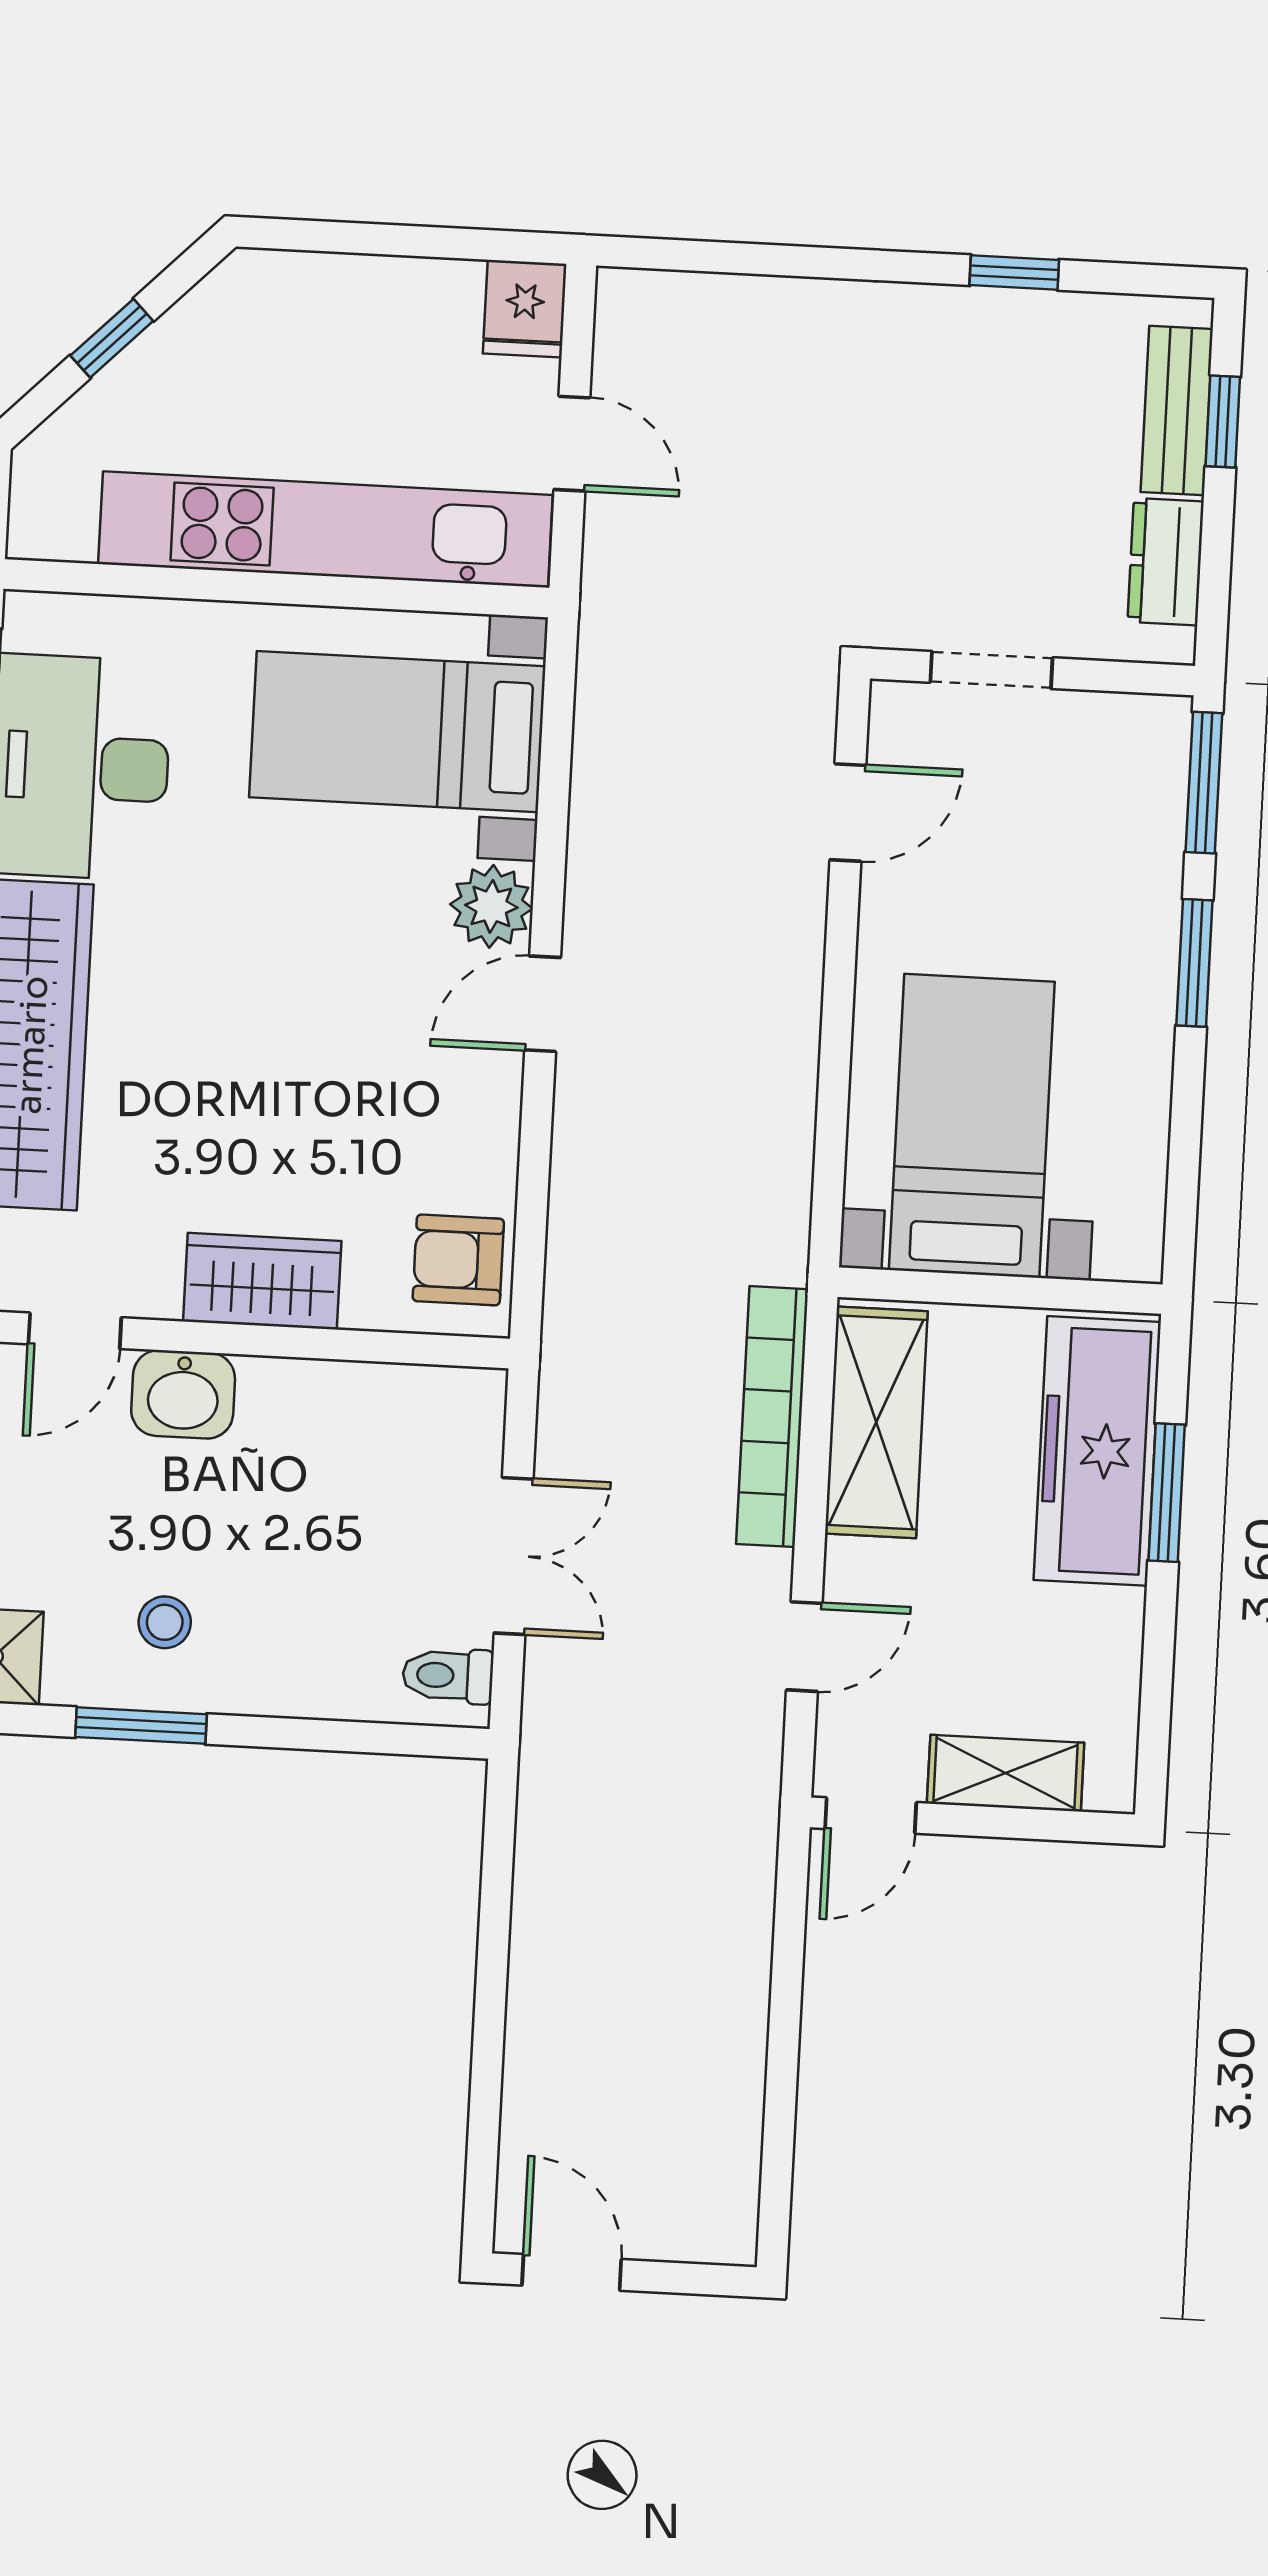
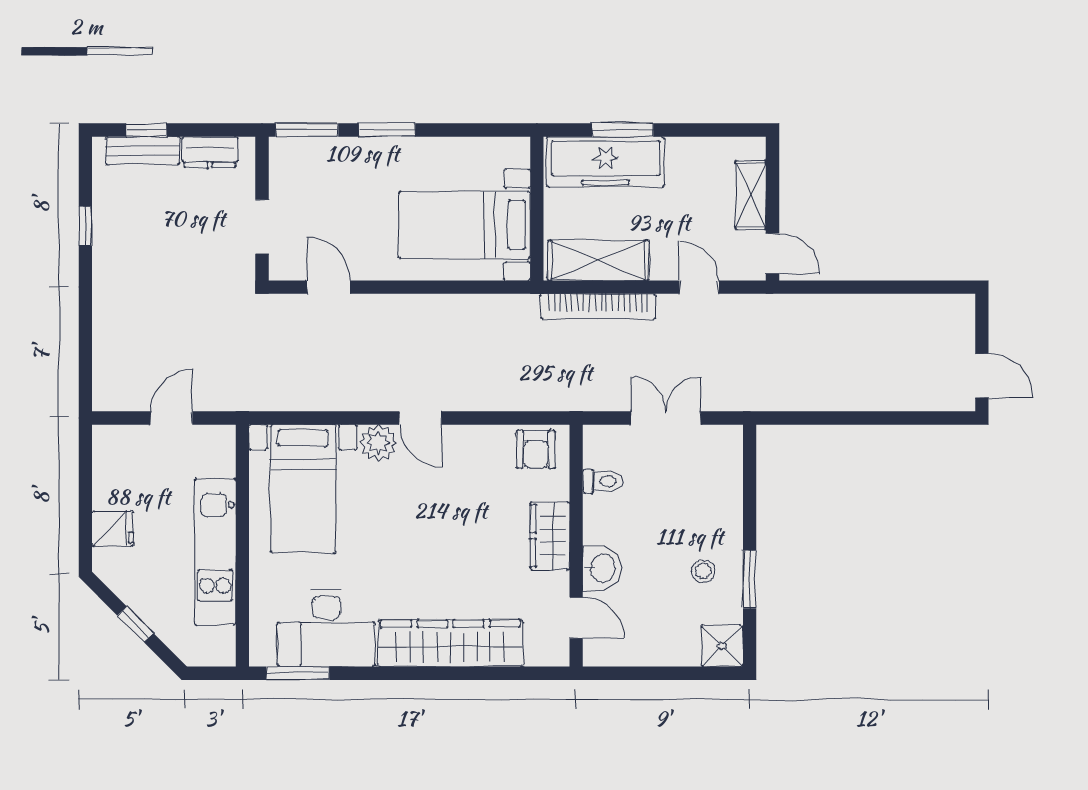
fridge: (525, 309) -> (113, 528), moved
kitchen unit: (325, 529) -> (215, 552), width x0.73
toilet: (448, 1676) -> (603, 481), moved, turned -90
door: (572, 2272) -> (982, 376), swing flipped

